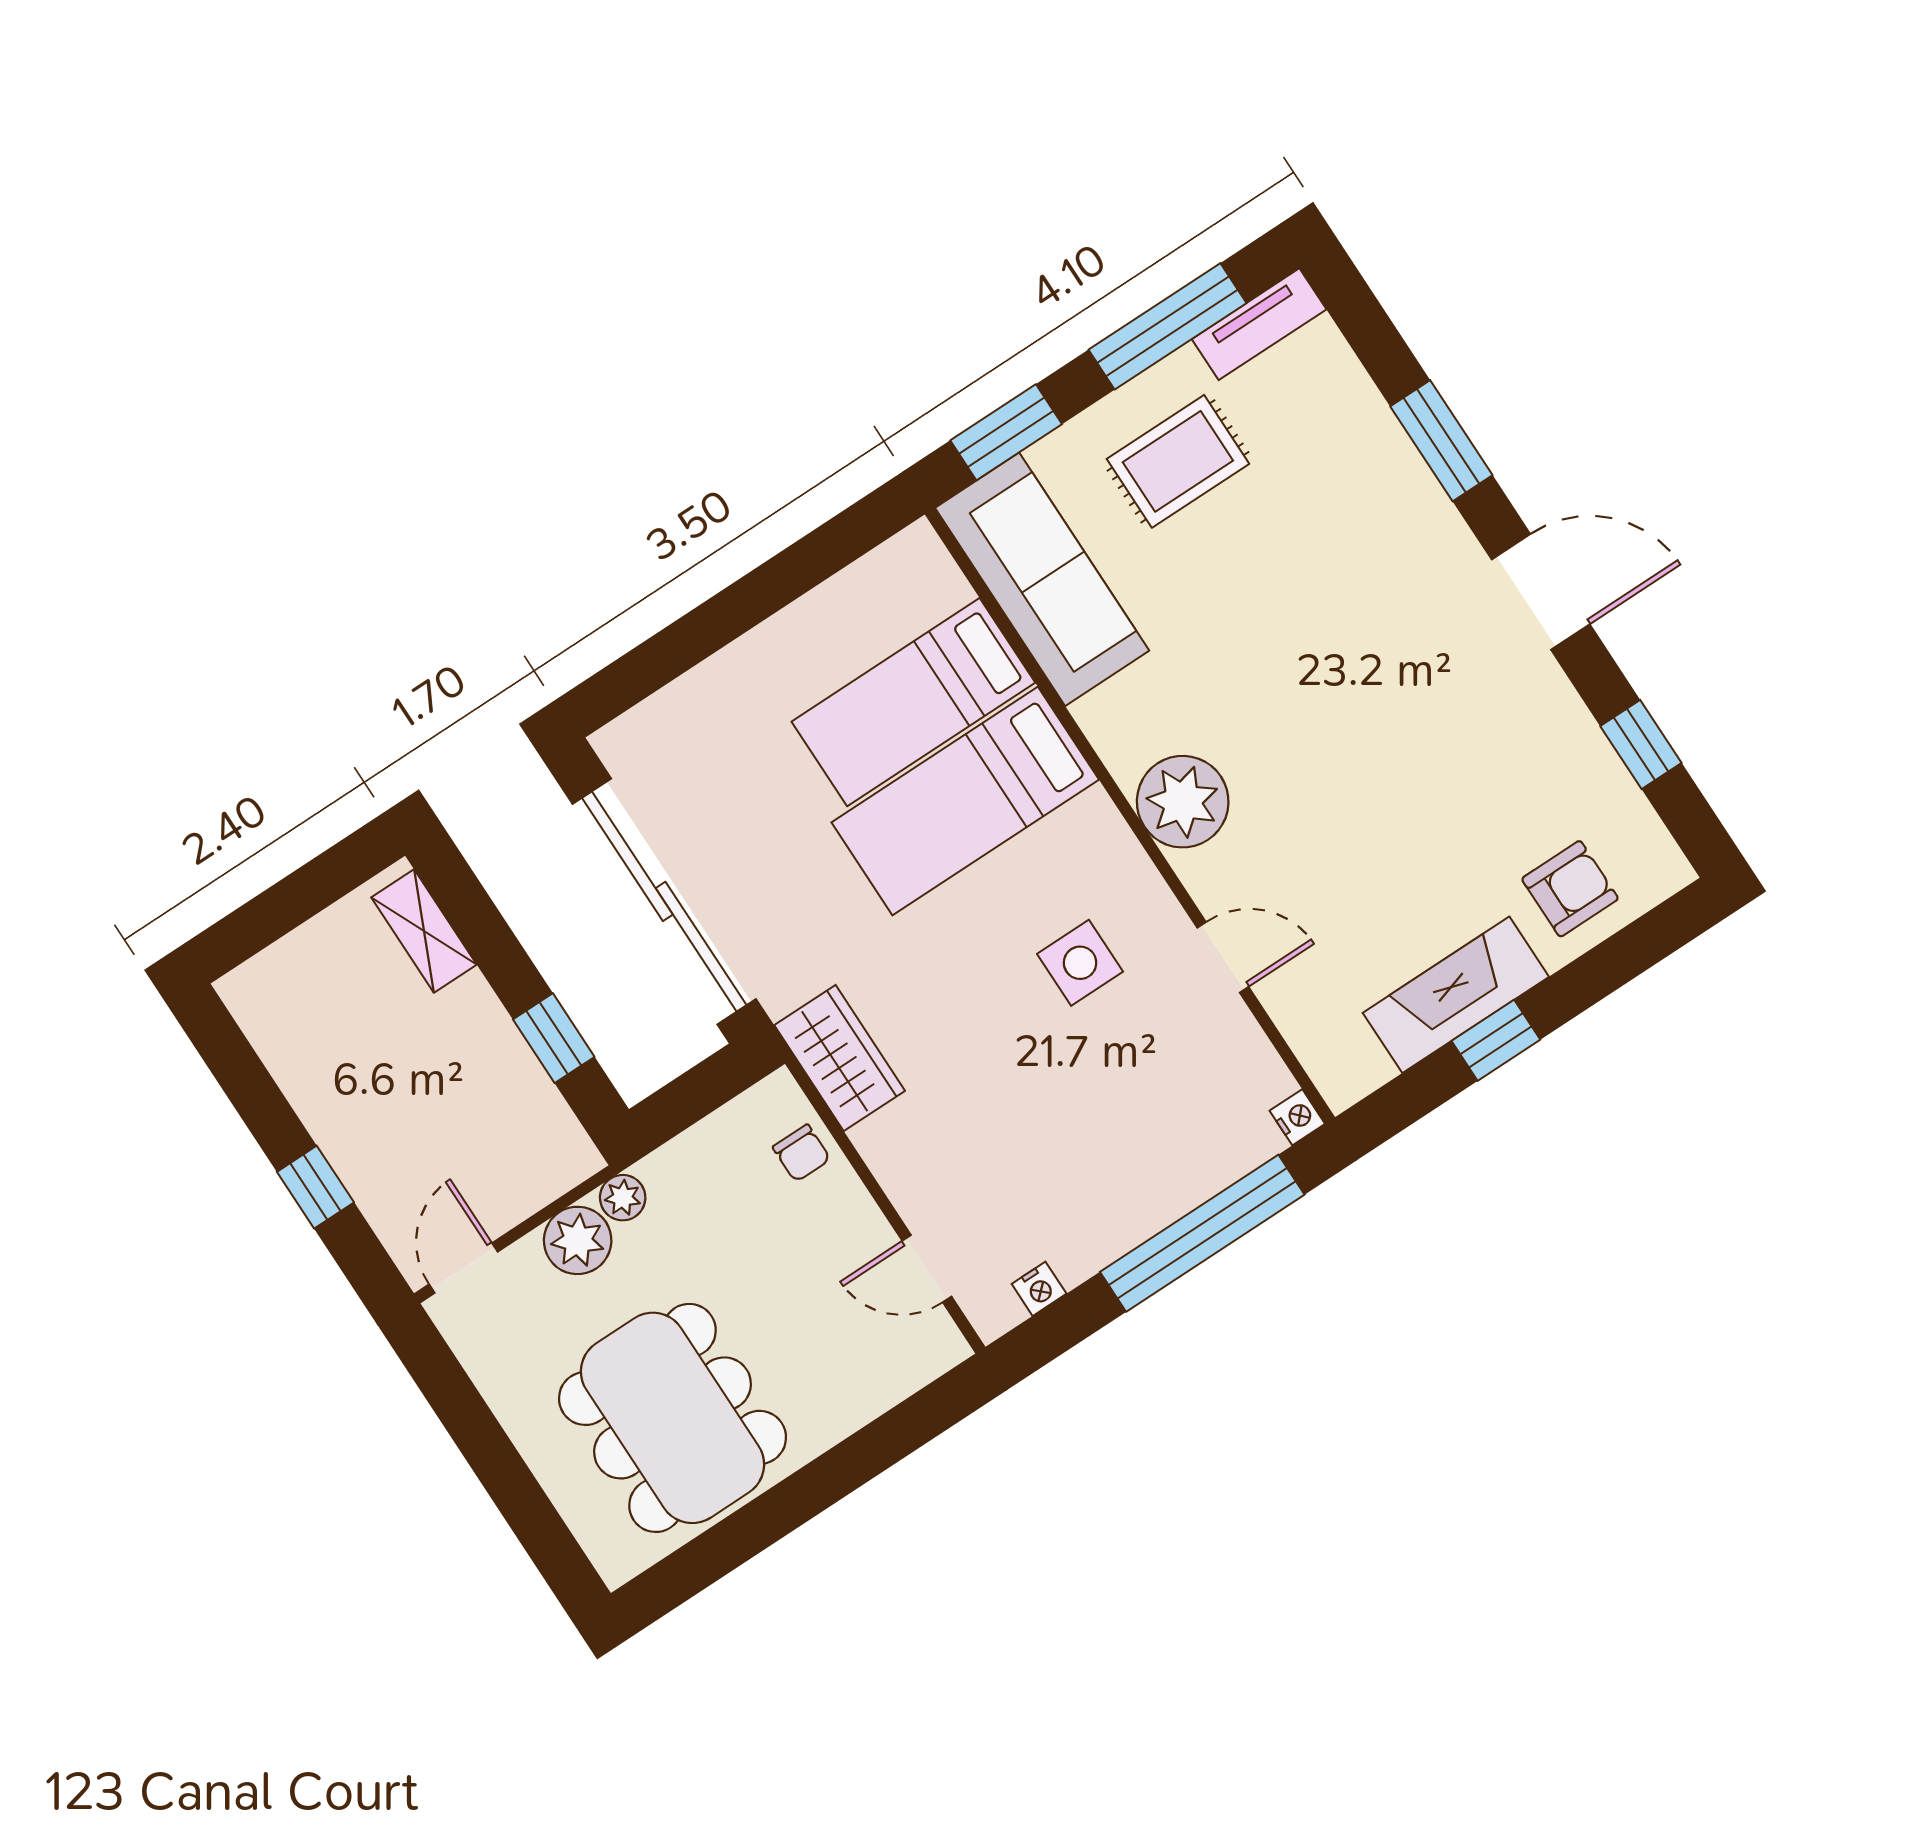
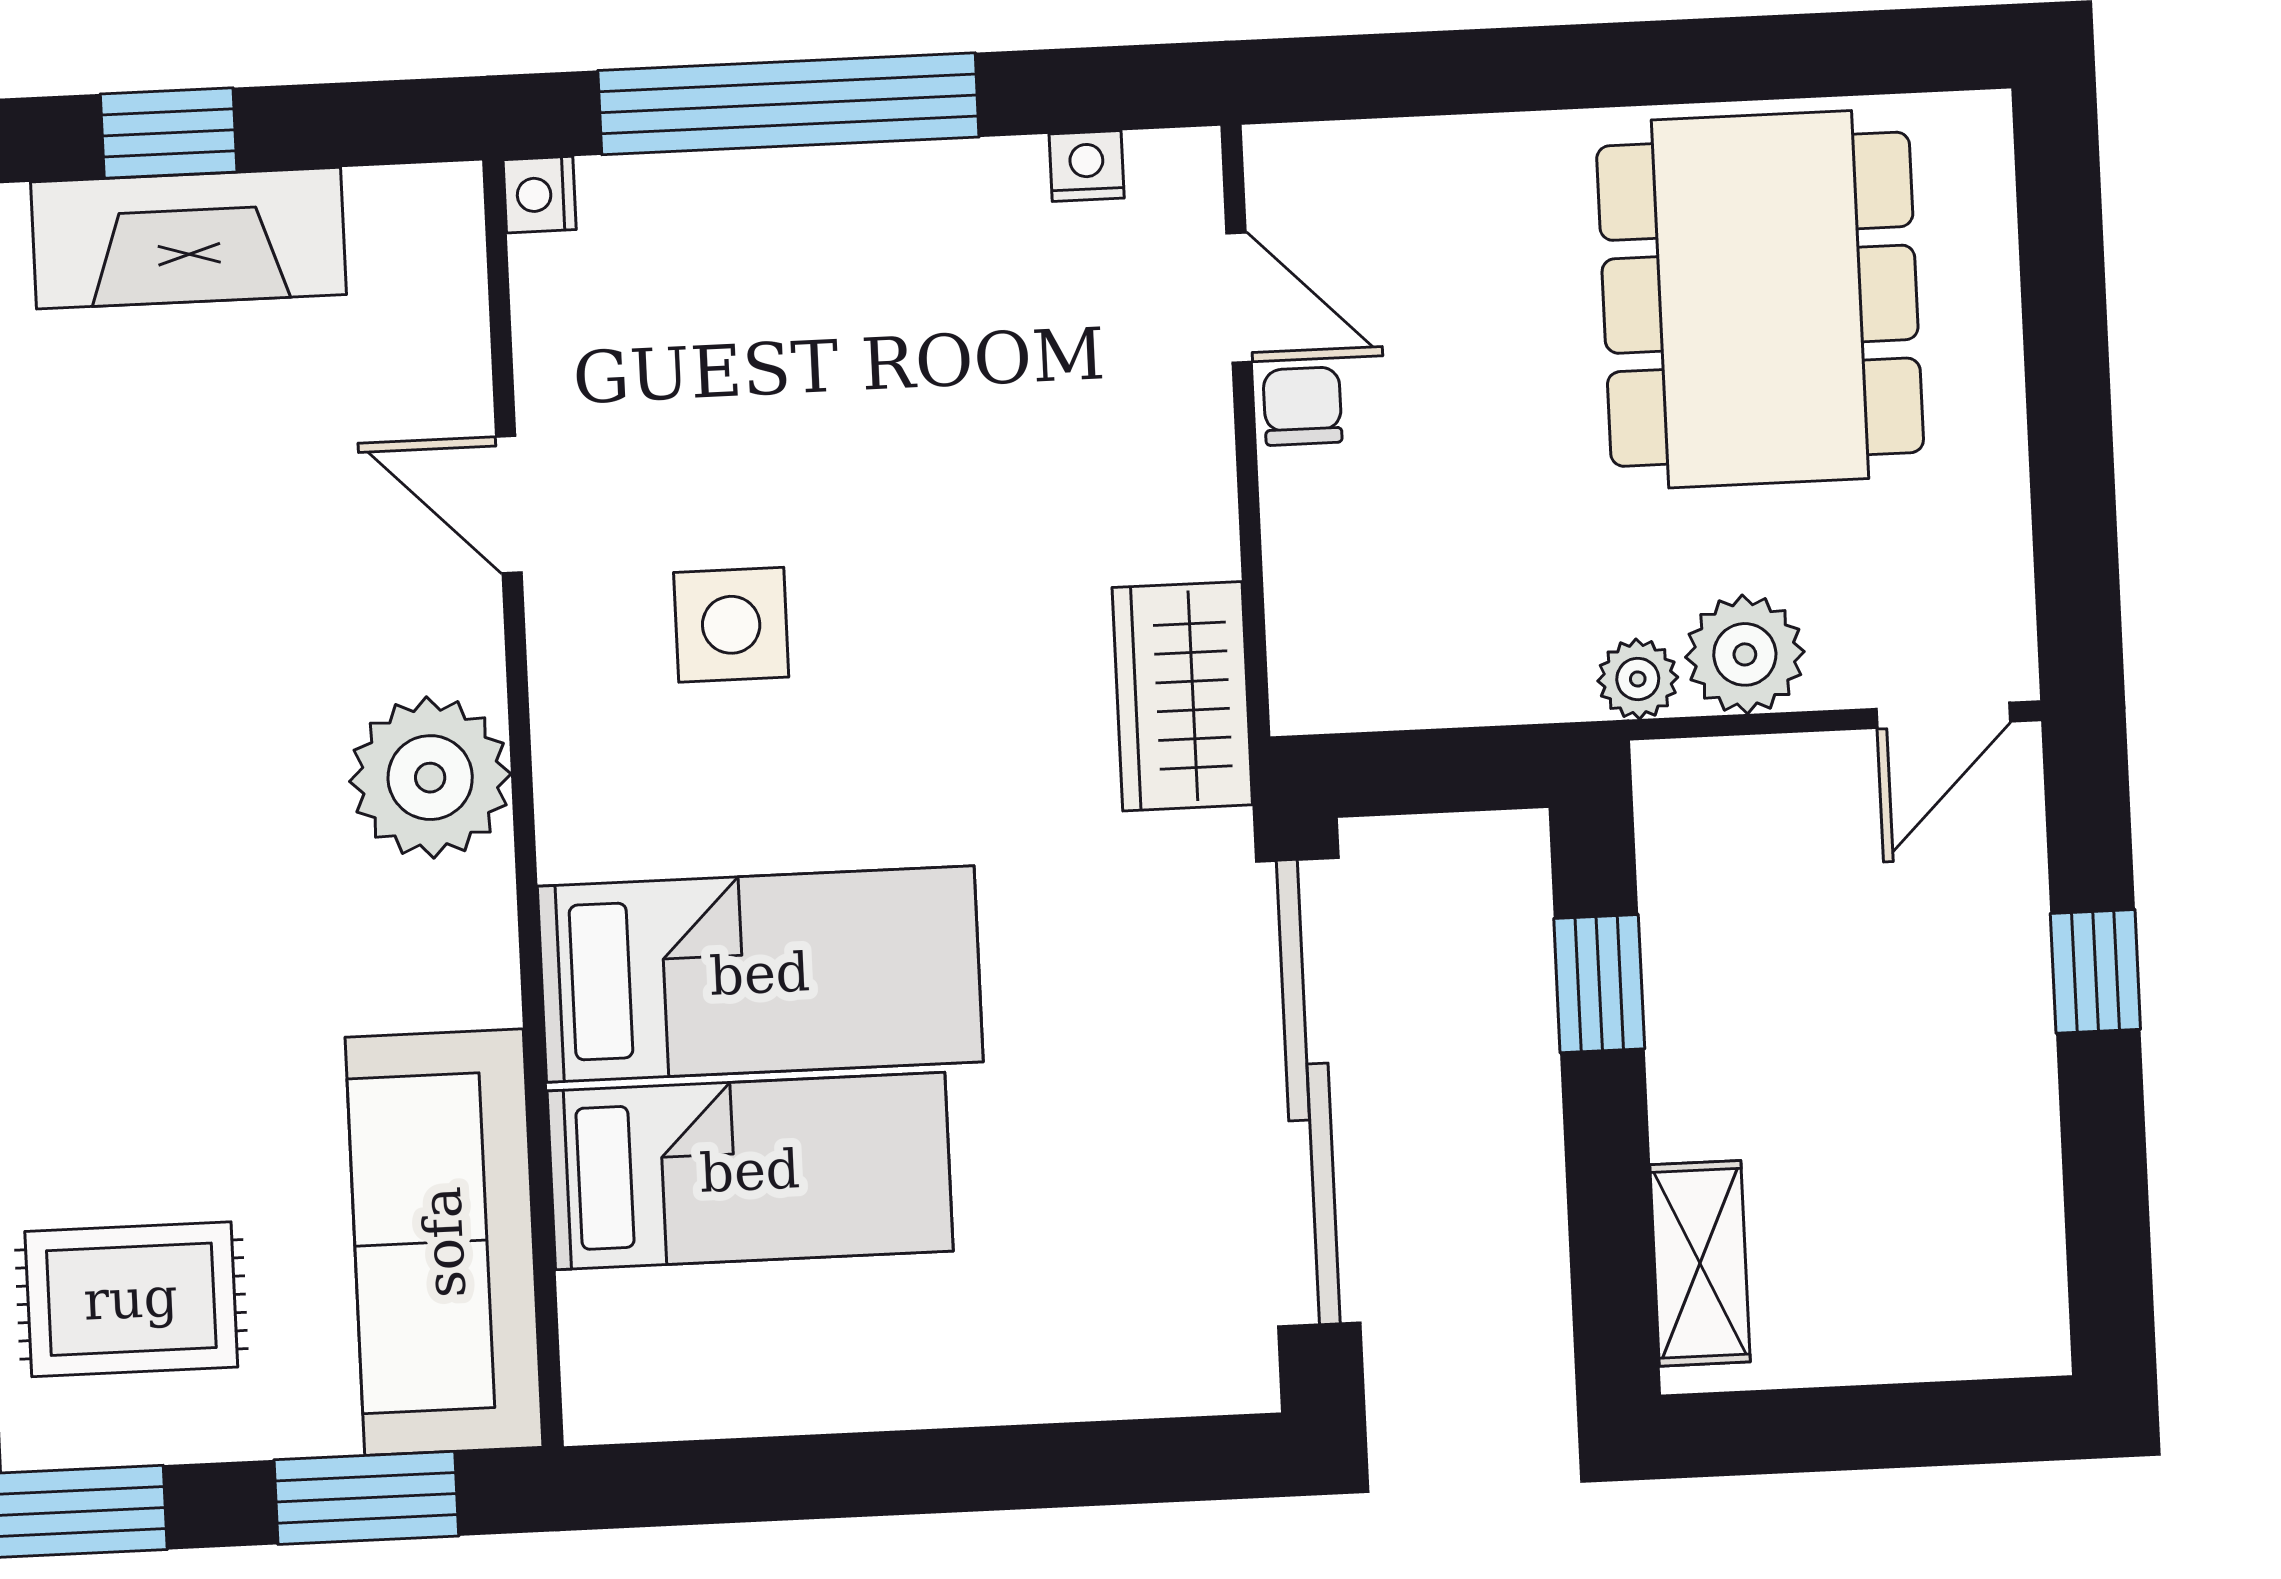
chair: (802, 1153) -> (1302, 406), moved

